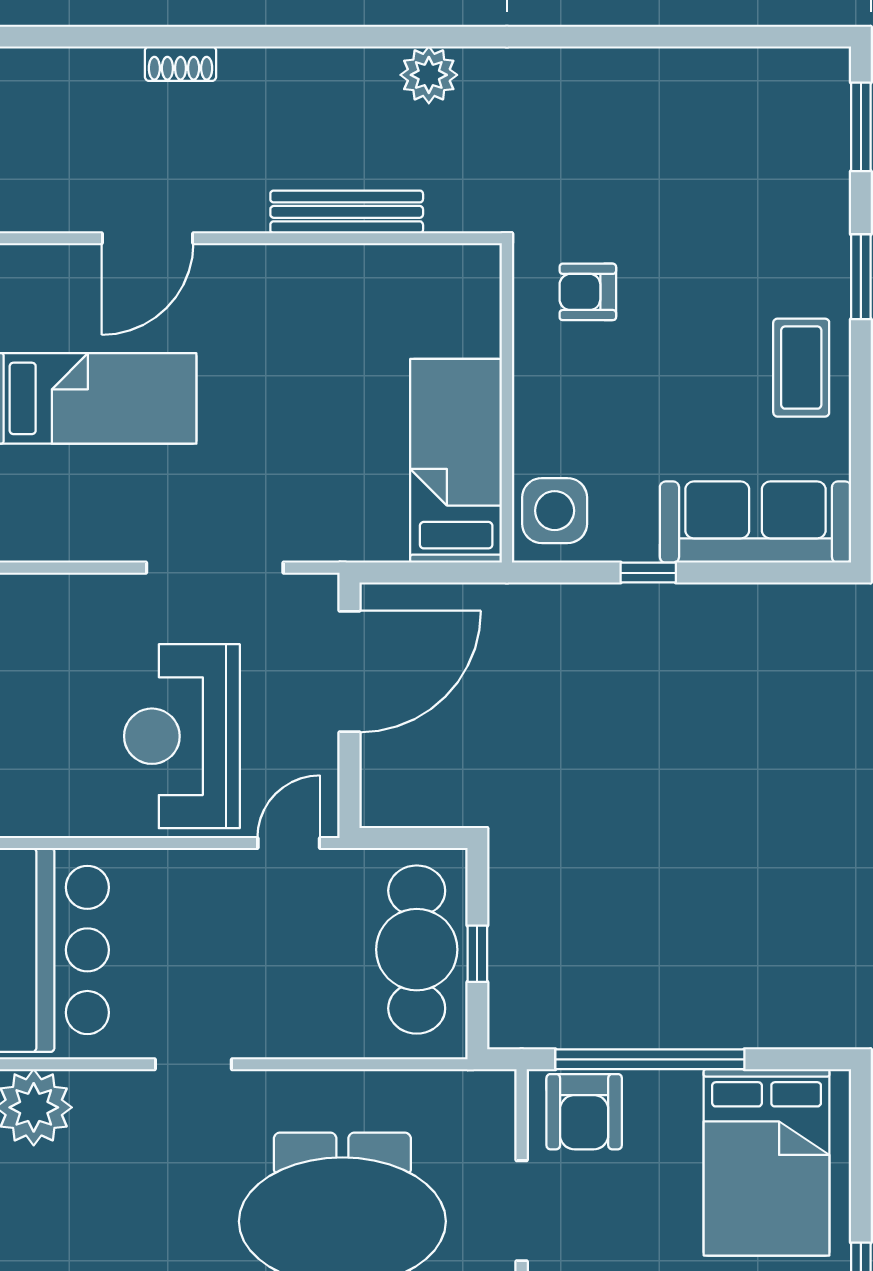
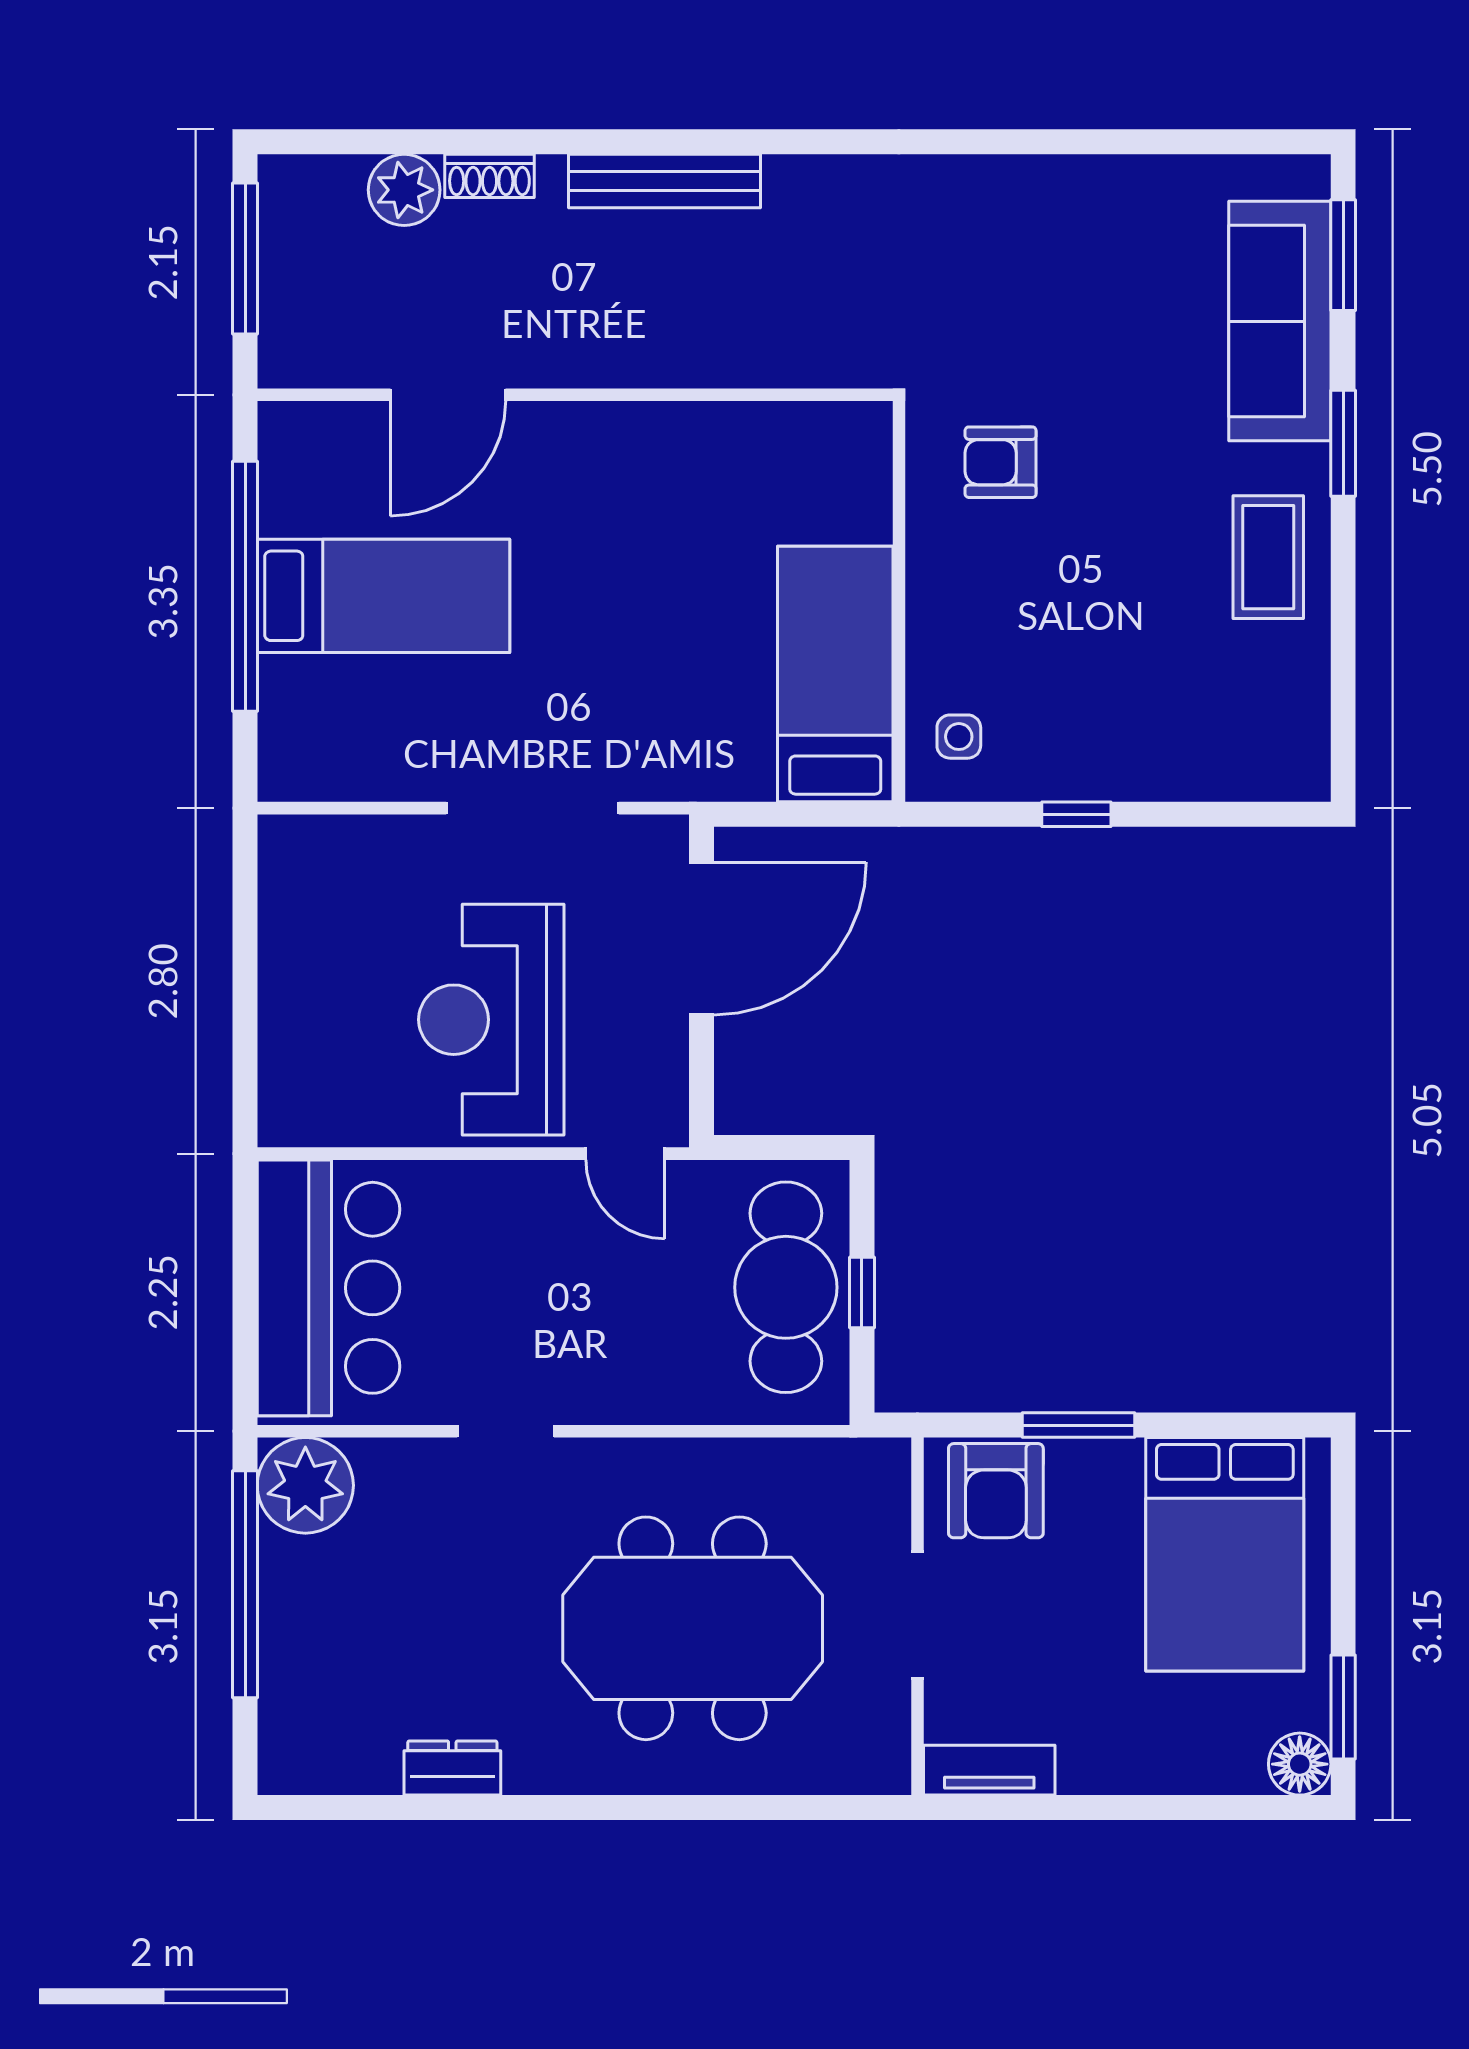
plant: (429, 75) -> (404, 190), moved
bench: (347, 212) -> (665, 181), moved
side table: (555, 511) -> (959, 737), width x0.54, depth x0.54
sofa: (755, 522) -> (1280, 321), moved, turned -90
door: (289, 843) -> (625, 1154), swing flipped
window: (650, 1059) -> (1078, 1425), width x0.47

